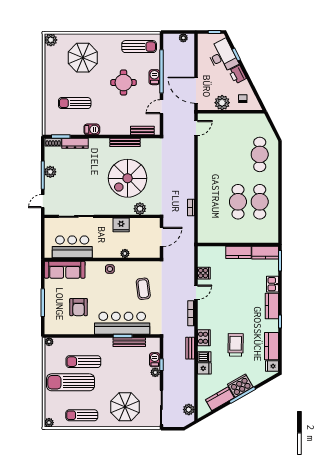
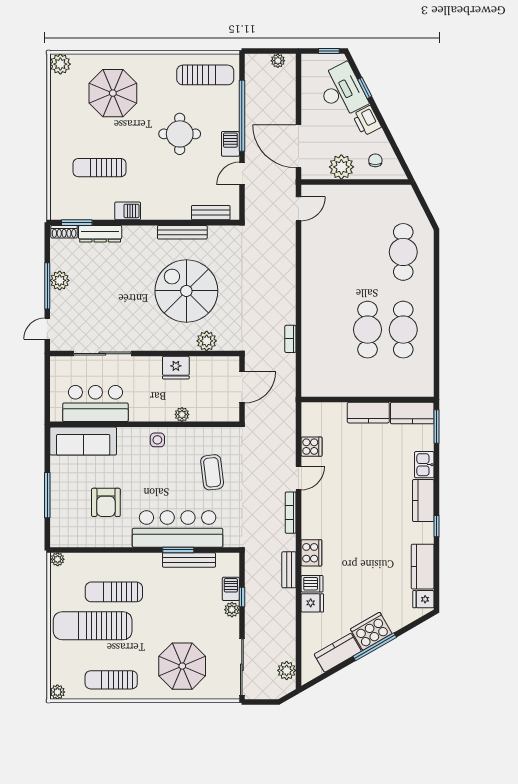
barbecue: (154, 77) -> (230, 144), moved
spiral stairs: (128, 178) -> (186, 291), turned 90
trolley: (236, 345) -> (364, 564), removed

